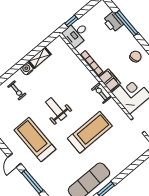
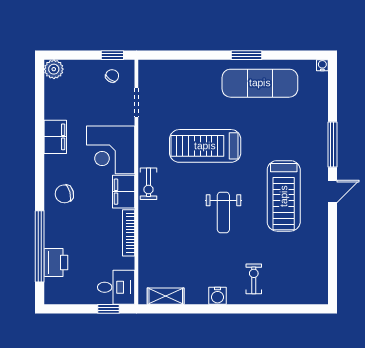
window: (127, 23) -> (40, 246), width x1.46
shelving: (40, 58) -> (166, 296), moved

